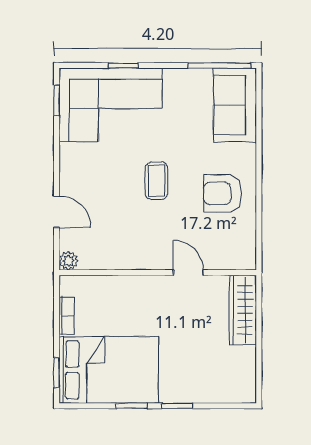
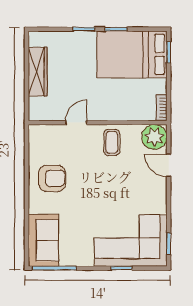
coffee table: (156, 181) -> (112, 142), moved
plant: (69, 261) -> (154, 137), width x1.88, depth x1.88
door: (188, 273) -> (76, 123), swing flipped
wardrobe: (243, 310) -> (38, 72), moved
bookcase: (67, 316) -> (162, 108), moved

